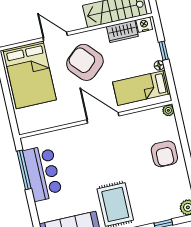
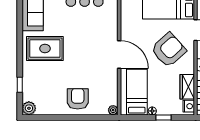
door: (103, 118) -> (119, 55), hinge flipped
armchair: (164, 154) -> (78, 99), turned 90

